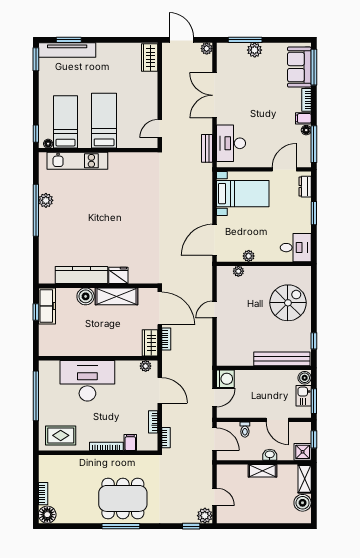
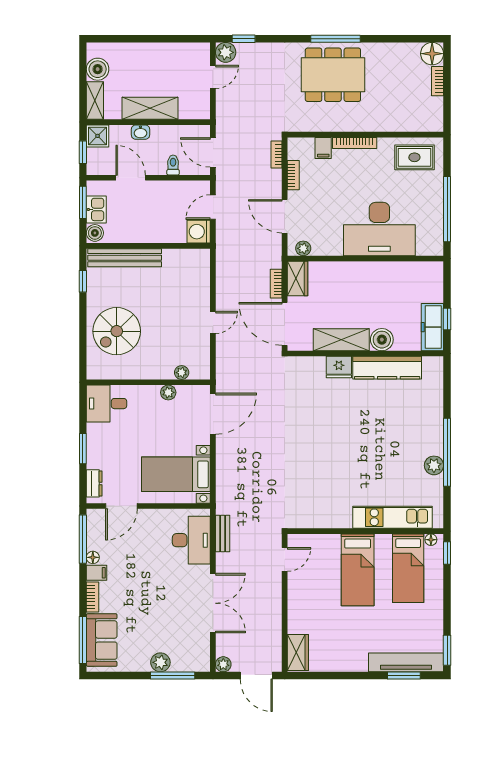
shelving: (262, 471) -> (150, 108), width x1.50, depth x1.33
door: (214, 497) -> (213, 77), swing flipped

